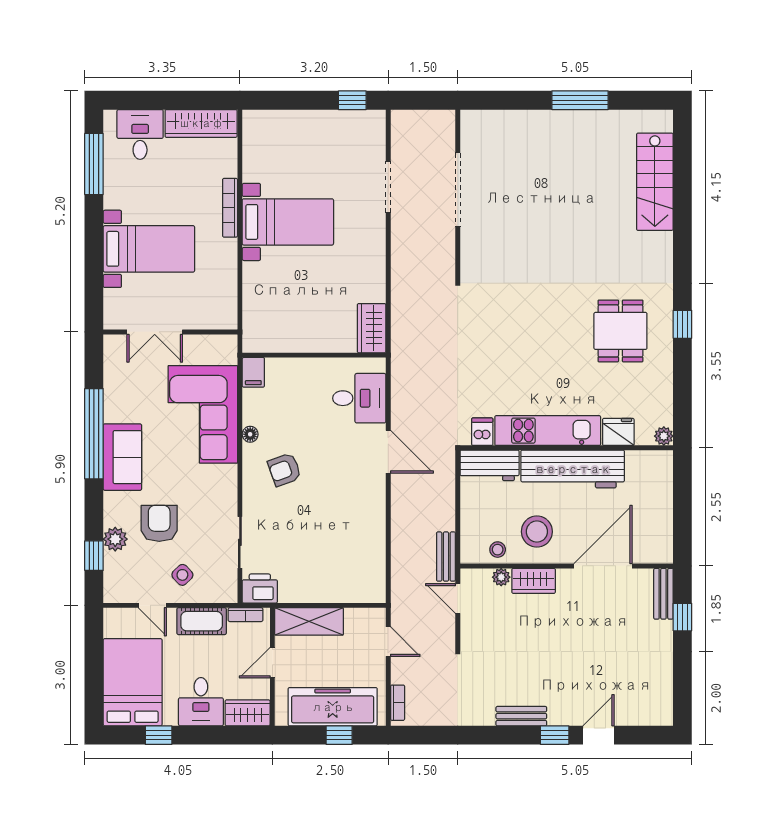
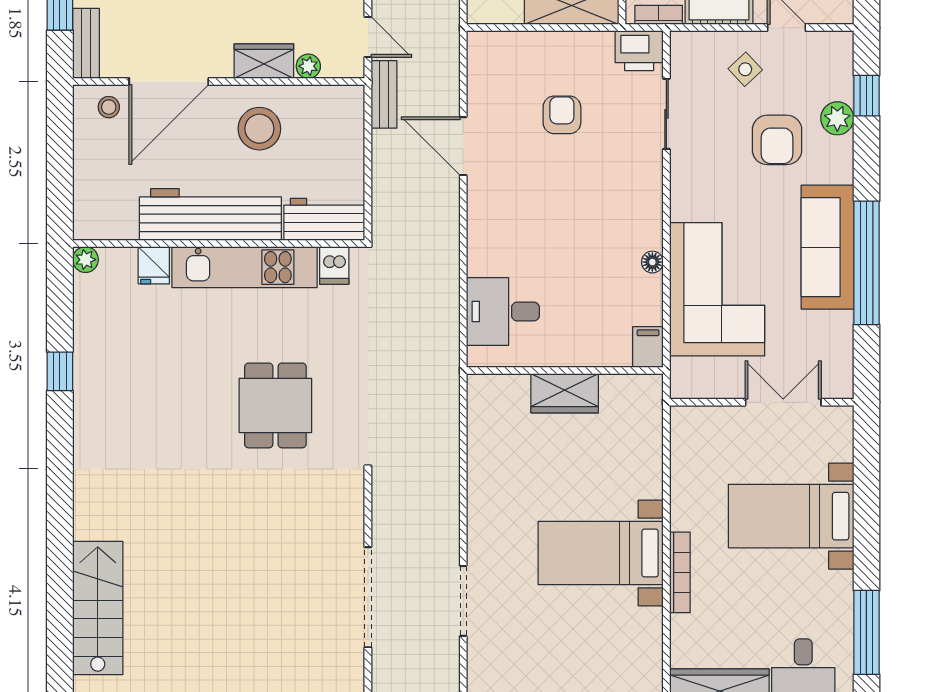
window: (682, 324) -> (60, 371), moved
wardrobe: (372, 328) -> (565, 393), moved, turned 90
dining table: (620, 331) -> (275, 405), moved
fridge: (618, 432) -> (154, 265), width x0.72
door: (388, 452) -> (463, 146), moved
sofa: (122, 457) -> (827, 247), width x1.36
armchair: (284, 470) -> (562, 115), moved, turned -70
stool: (498, 550) -> (109, 107), moved

